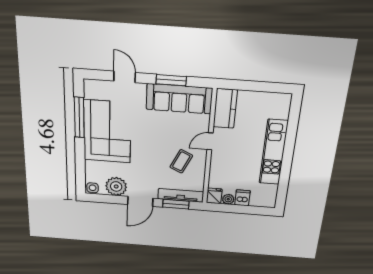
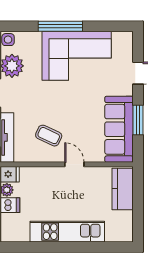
kitchen counter: (225, 109) -> (123, 189), moved, turned 90
window: (79, 117) -> (60, 26), moved

